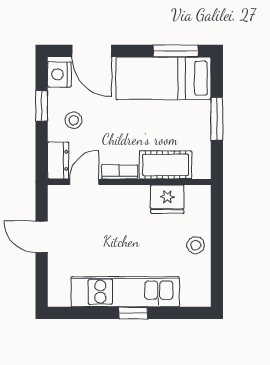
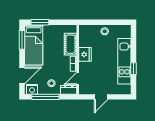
window: (42, 106) -> (45, 97), width x2.17
window: (217, 119) -> (40, 22), moved
door: (84, 182) -> (78, 79), hinge flipped
fridge: (167, 199) -> (85, 54), moved
window: (133, 313) -> (134, 69), moved

